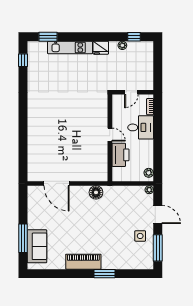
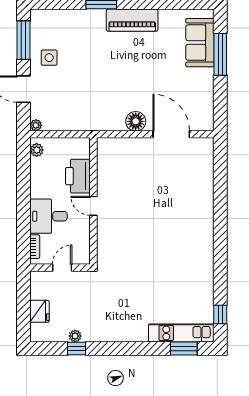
window: (134, 37) -> (77, 349), moved
kitchen unit: (70, 47) -> (181, 333), moved
fridge: (101, 48) -> (39, 311), moved, turned 90
floor lamp: (96, 192) -> (136, 121), moved

